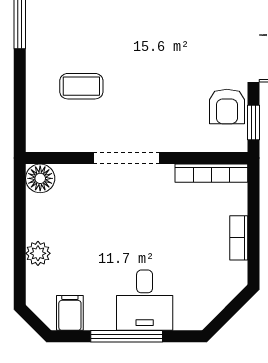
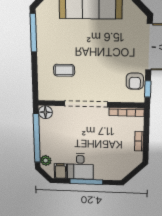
doorway: (127, 158) -> (86, 104), width x1.36
window: (20, 238) -> (37, 138), added
plant: (38, 253) -> (46, 160), moved
desk: (145, 300) -> (80, 166), moved

